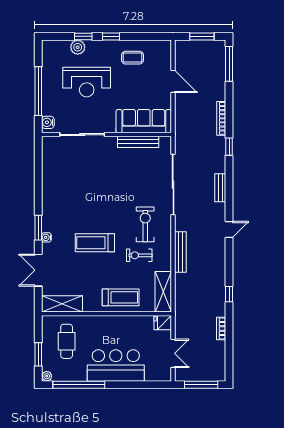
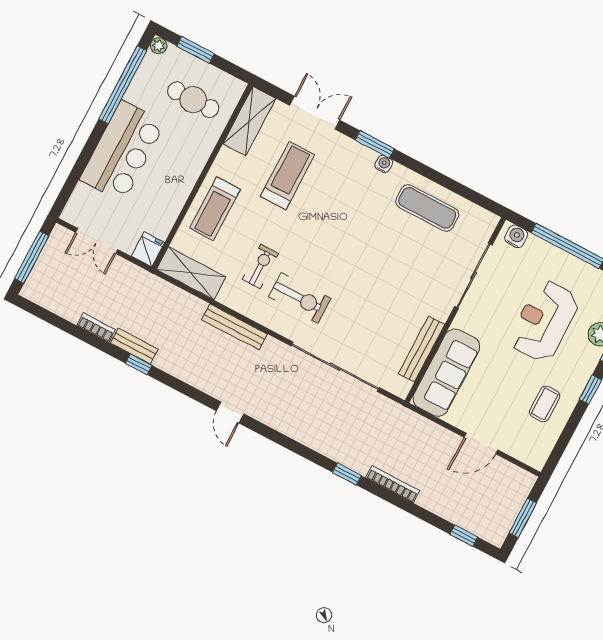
window: (229, 64) -> (464, 536), width x0.46
exercise mat: (58, 180) -> (427, 208), added
bench: (220, 188) -> (134, 346), moved
water cooler: (46, 237) -> (384, 164), moved
treadmill: (95, 243) -> (288, 176), moved

